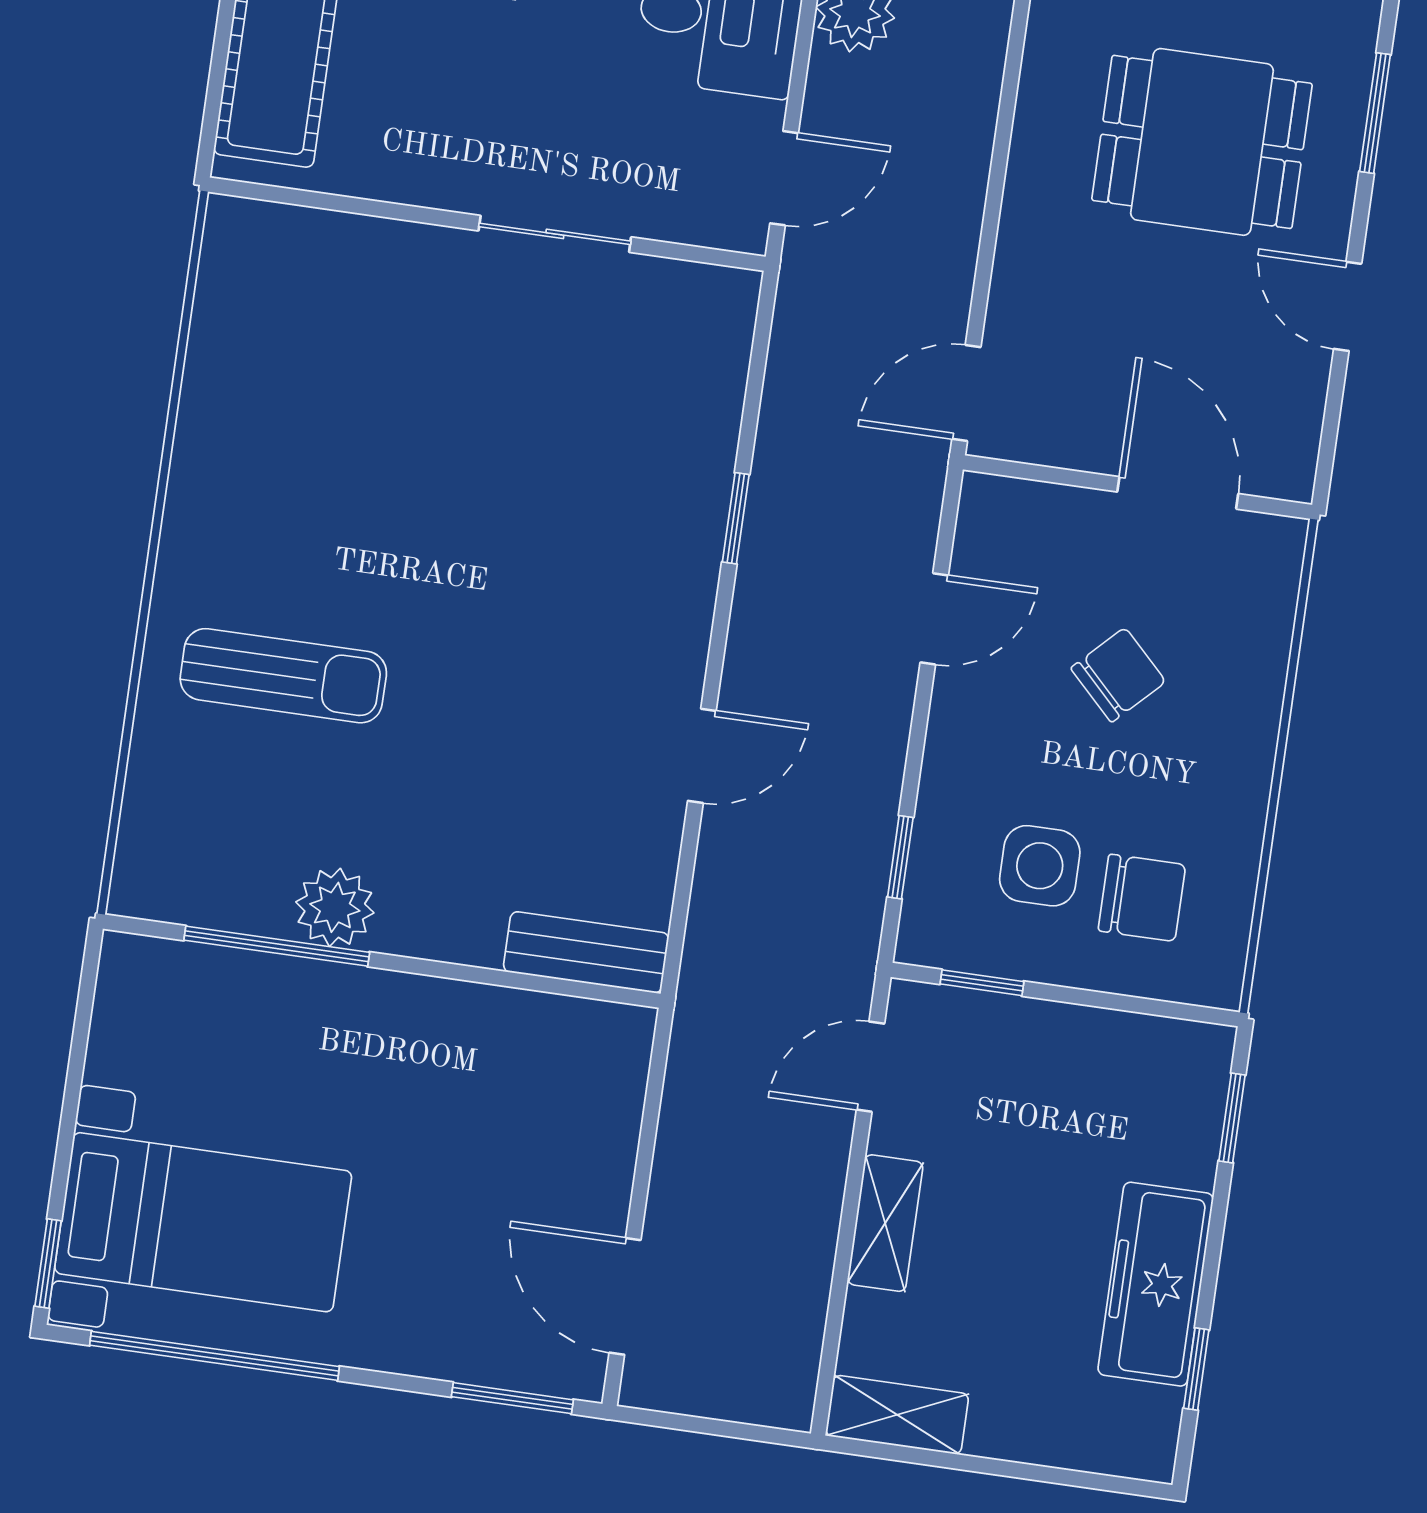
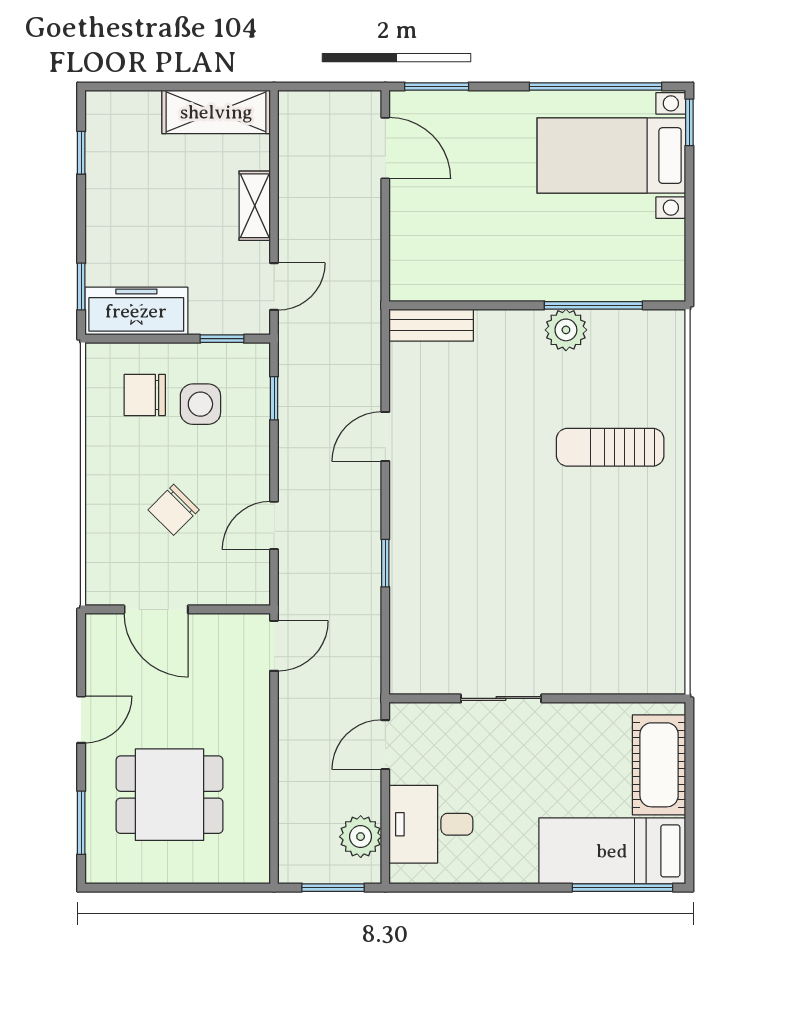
door: (1348, 306) -> (81, 720), hinge flipped
freezer: (1156, 1284) -> (136, 311), moved, turned -90
shelving: (897, 1415) -> (216, 112), width x1.50, depth x1.33

